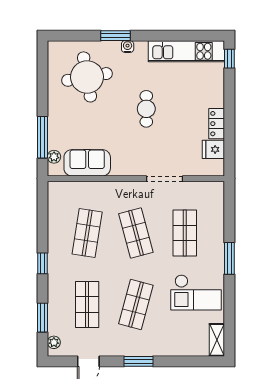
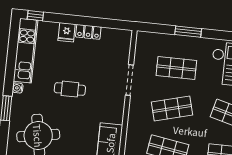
water cooler: (128, 47) -> (18, 88), moved
fridge: (213, 149) -> (67, 32), moved
window: (229, 258) -> (188, 32), moved

